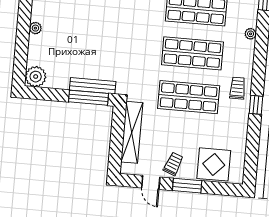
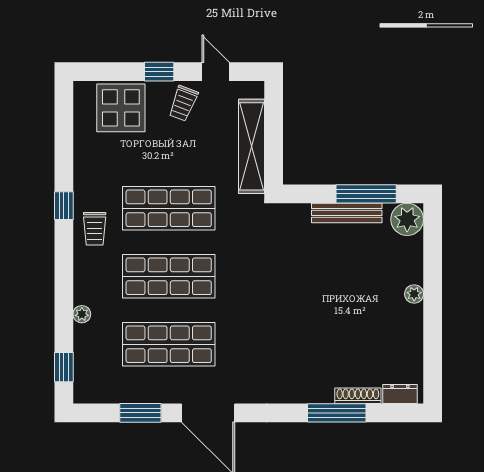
bench: (93, 86) -> (347, 213), moved
window: (89, 98) -> (366, 194), moved
window: (187, 186) -> (159, 72), width x0.67

